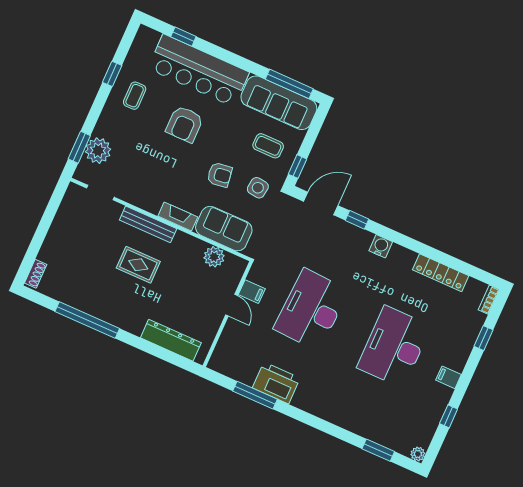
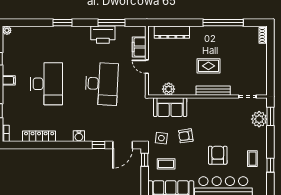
fireplace: (178, 217) -> (199, 102), removed
filing cabinet: (252, 292) -> (139, 47), moved, width x2.00
window: (378, 450) -> (63, 23), moved

